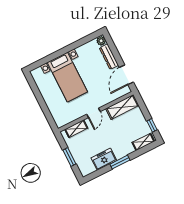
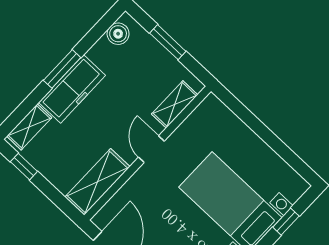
window: (46, 60) -> (286, 222), added
freezer: (104, 159) -> (72, 89), moved, width x1.40
boiler: (90, 169) -> (118, 34), added

